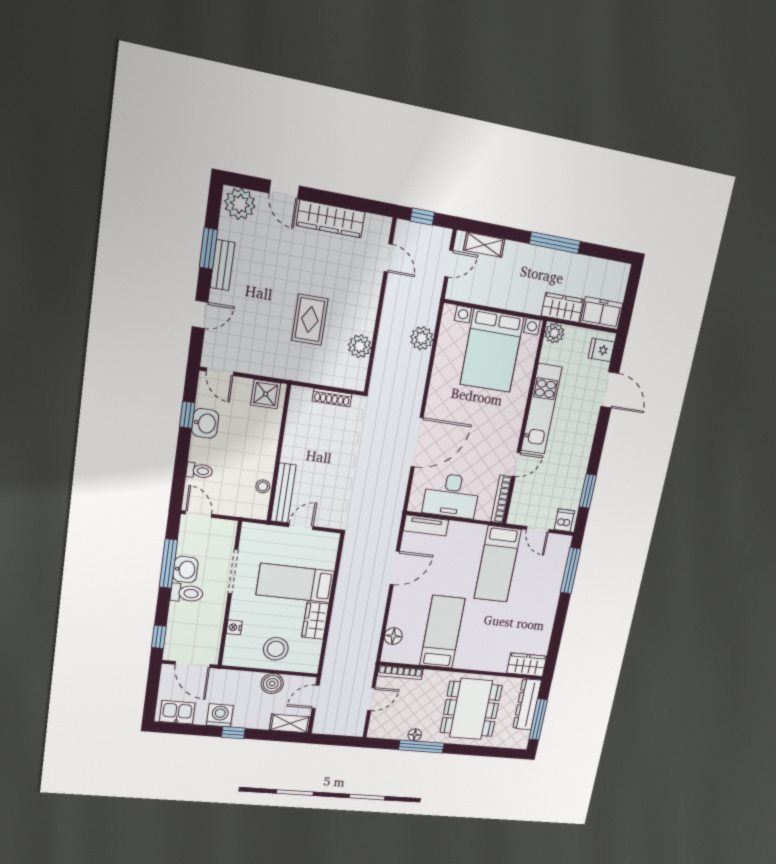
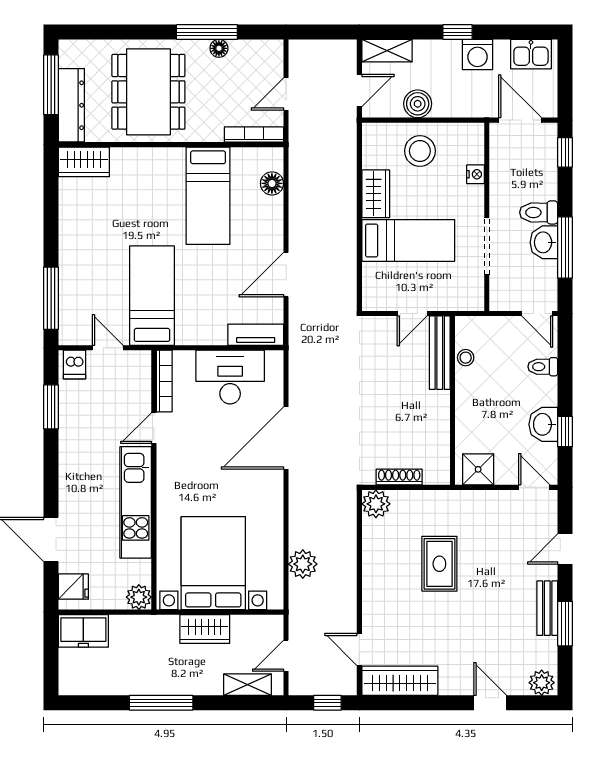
plant: (240, 204) -> (542, 683), width x0.73, depth x0.73
wardrobe: (331, 219) -> (400, 681), moved
wardrobe: (562, 308) -> (205, 629), moved
plant: (360, 346) -> (376, 504), moved

